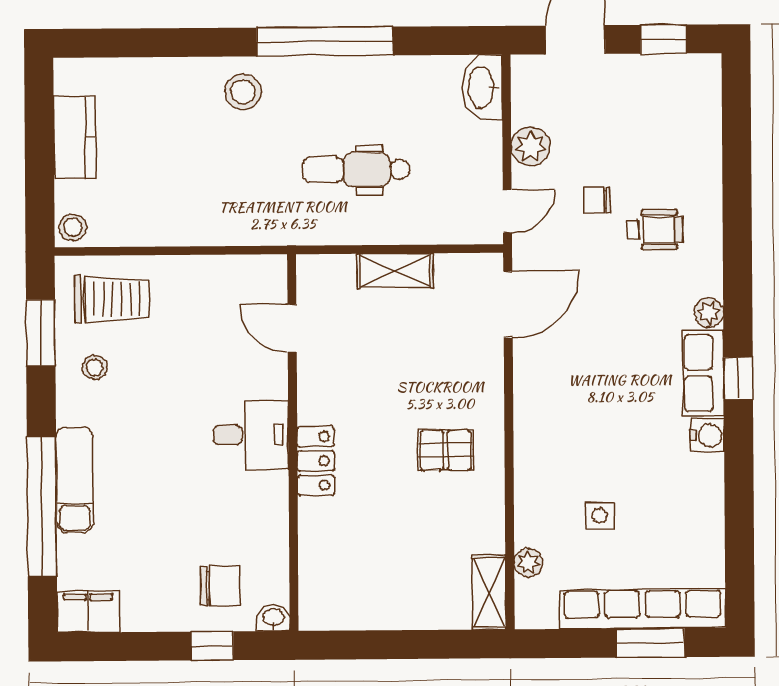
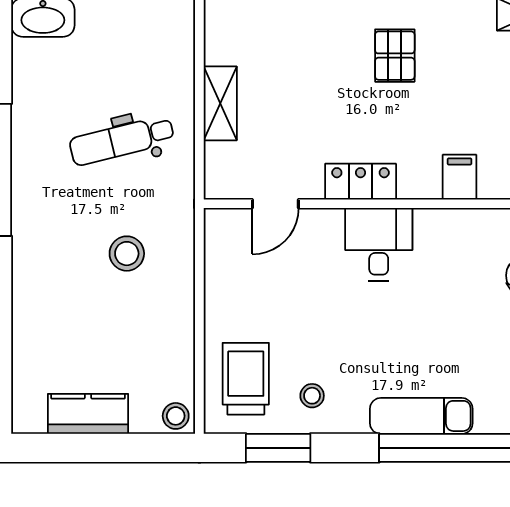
stool: (243, 92) -> (127, 254), moved
dental chair: (356, 170) -> (122, 141), turned 76
locker: (316, 461) -> (361, 182), moved
filing cabinet: (321, 518) -> (460, 177), added

